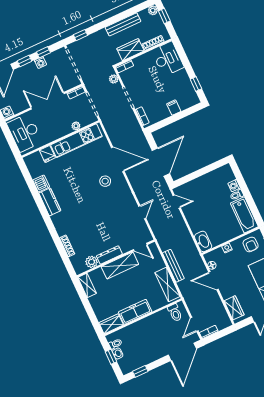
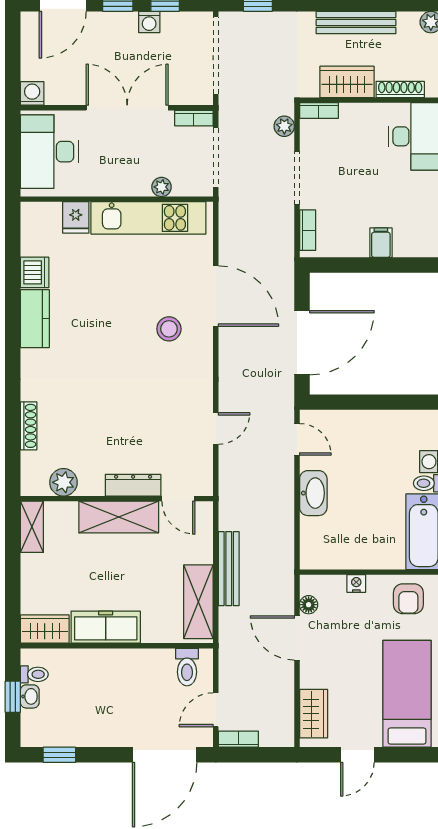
washbasin: (203, 241) -> (313, 493), moved
dresser: (109, 255) -> (133, 485), moved

